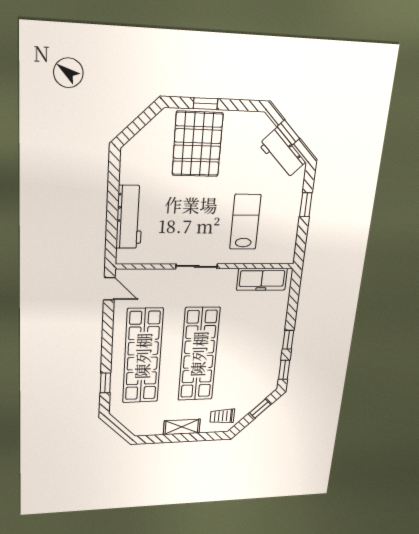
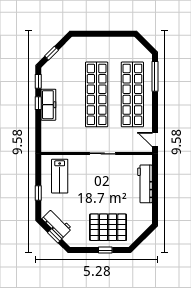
pallet: (197, 144) -> (108, 227), turned 90
lab bench: (245, 222) -> (60, 176), moved
freezer: (262, 279) -> (48, 105), moved, turned 90
window: (105, 383) -> (155, 76), width x2.17
trolley: (222, 416) -> (77, 49), removed
shelving: (182, 427) -> (104, 42), removed

